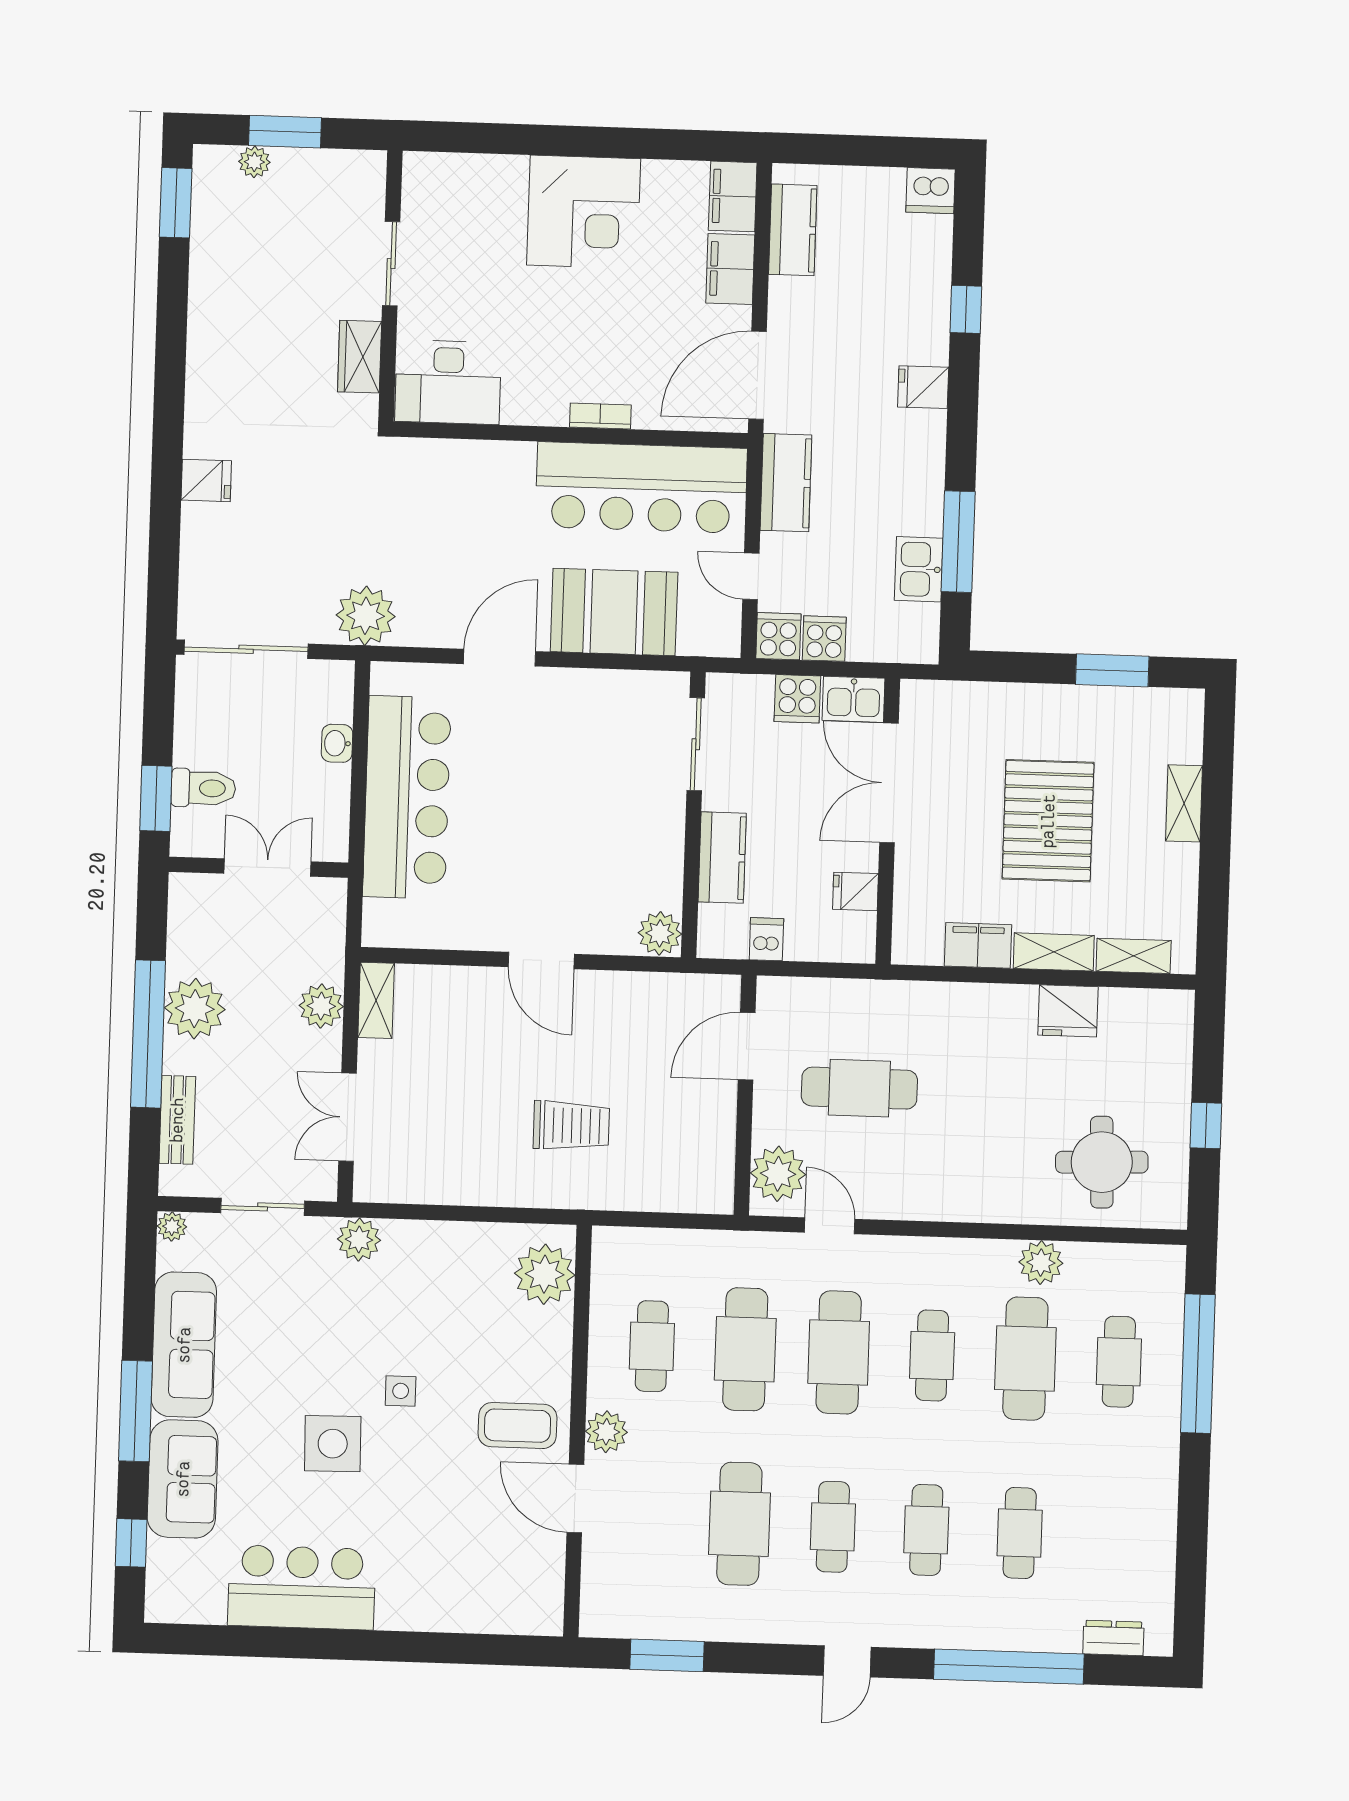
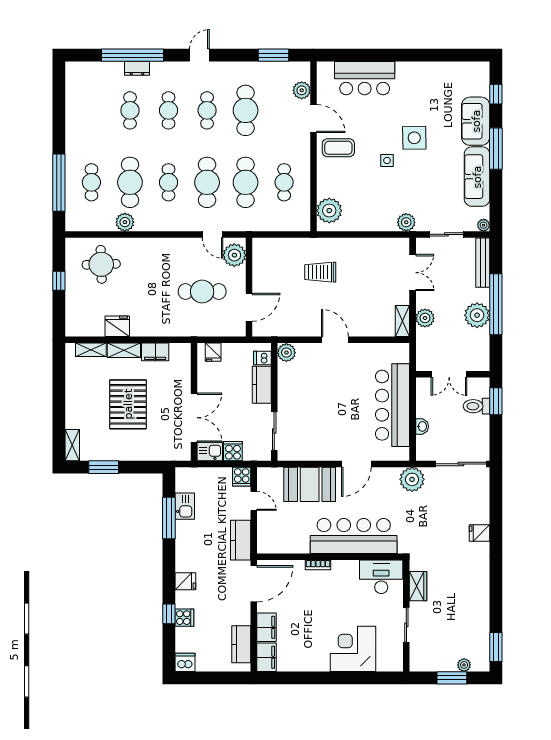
corner desk: (584, 212) -> (353, 649), moved
bar counter: (641, 488) -> (354, 536), moved
cooker: (824, 639) -> (184, 618), moved, turned -90
shelving: (1184, 803) -> (72, 445), moved
fridge: (855, 891) -> (213, 352), moved, turned 90
dishwasher: (766, 939) -> (262, 358), moved, turned 90
bench: (177, 1120) -> (483, 263), width x1.36
plant: (606, 1432) -> (302, 90), moved
bar counter: (302, 1587) -> (365, 78), moved
dresser: (1113, 1638) -> (137, 68), moved

